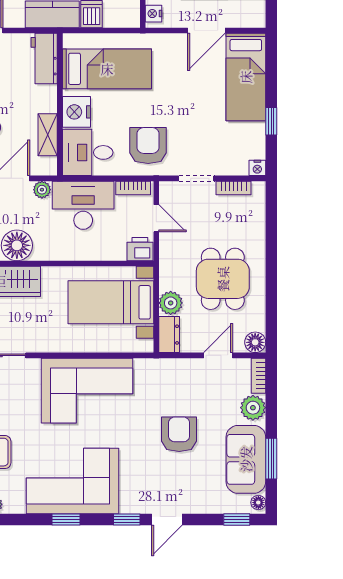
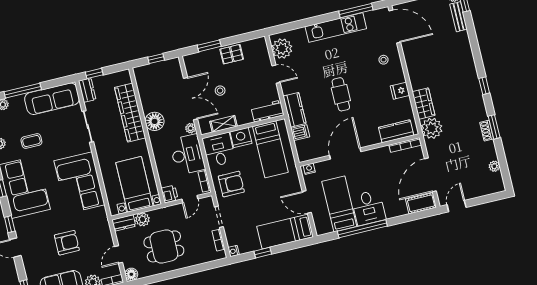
door: (218, 355) -> (118, 254), swing flipped

